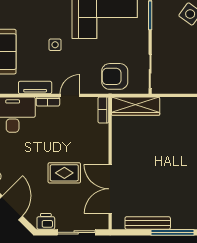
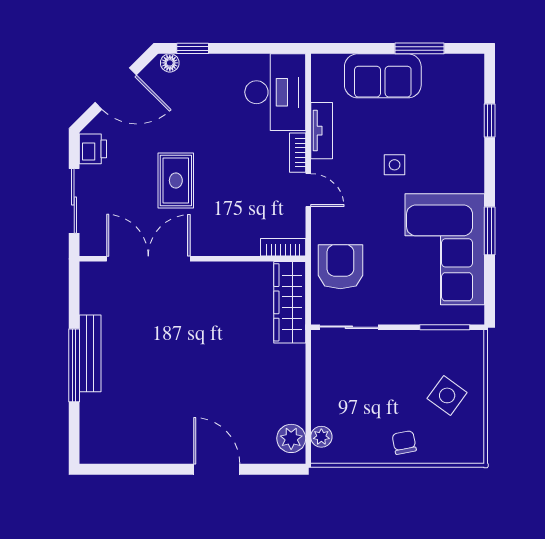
bench: (148, 223) -> (90, 353), moved

